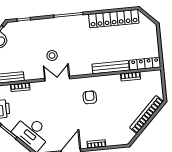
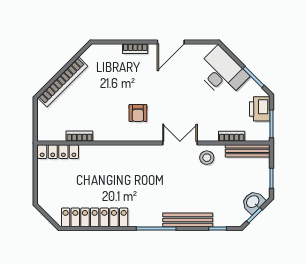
stool: (52, 55) -> (207, 158), moved
bench: (111, 67) -> (188, 220), moved
double door: (57, 79) -> (180, 143), swing flipped

